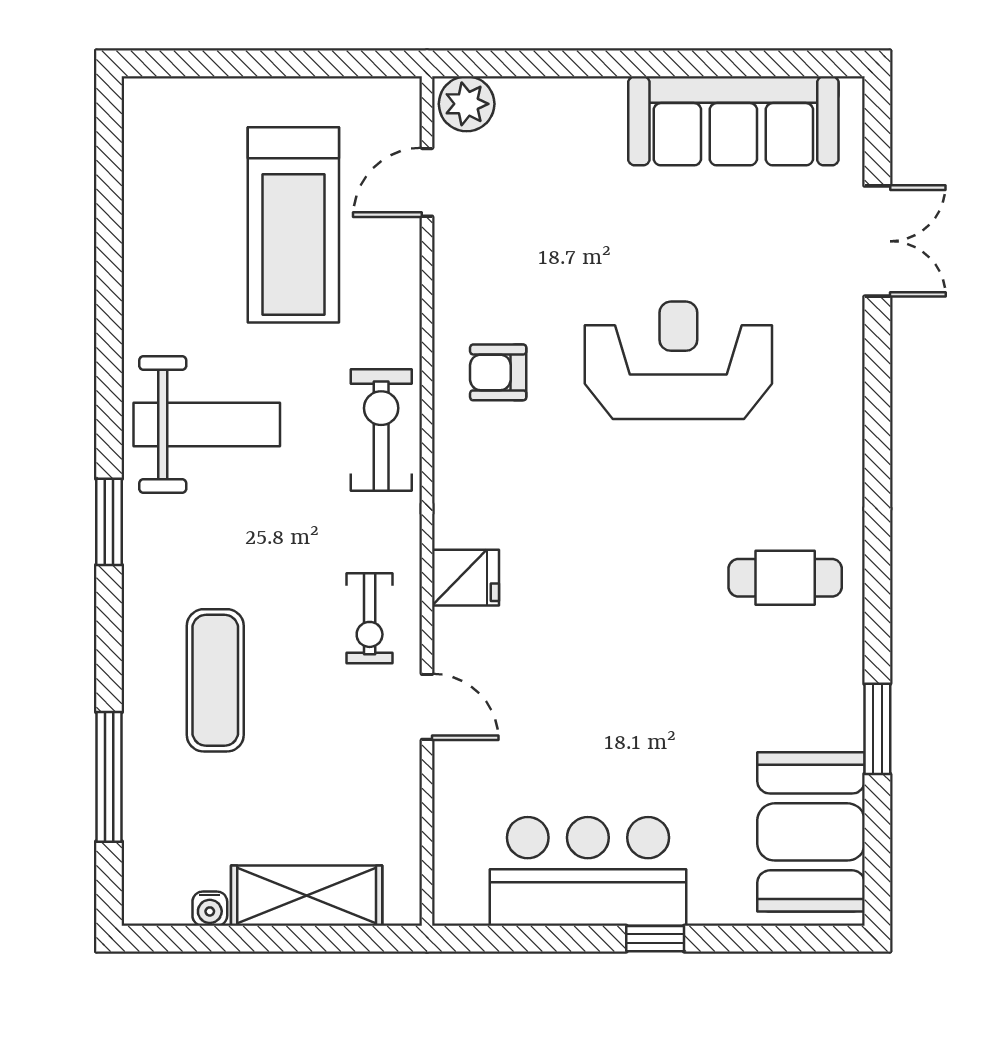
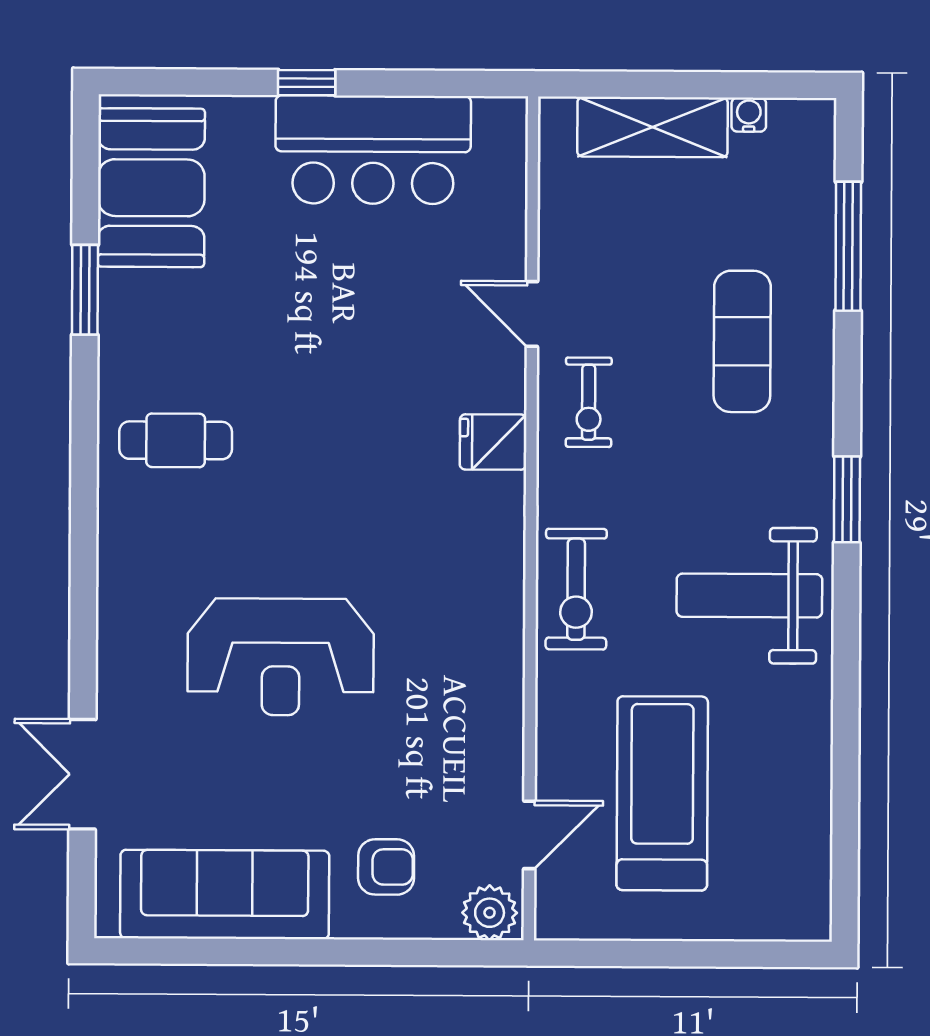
armchair: (498, 372) -> (386, 867), moved
exercise bike: (370, 618) -> (589, 402), turned 180

